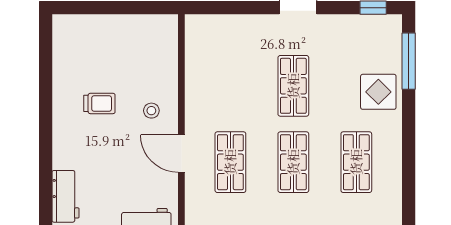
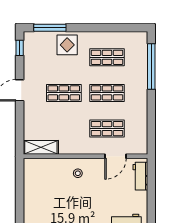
shelving: (197, 45) -> (41, 147), added
trolley: (99, 103) -> (74, 203), removed
door: (181, 154) -> (116, 156), moved

